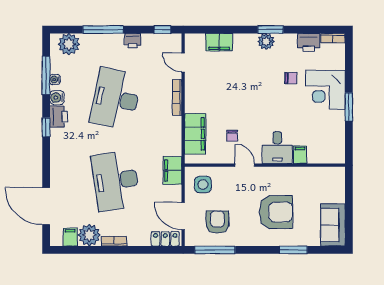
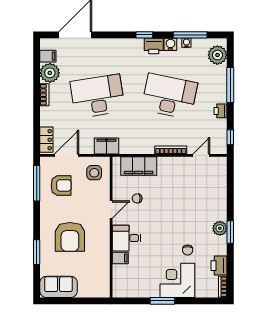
filing cabinet: (219, 42) -> (219, 187), removed

